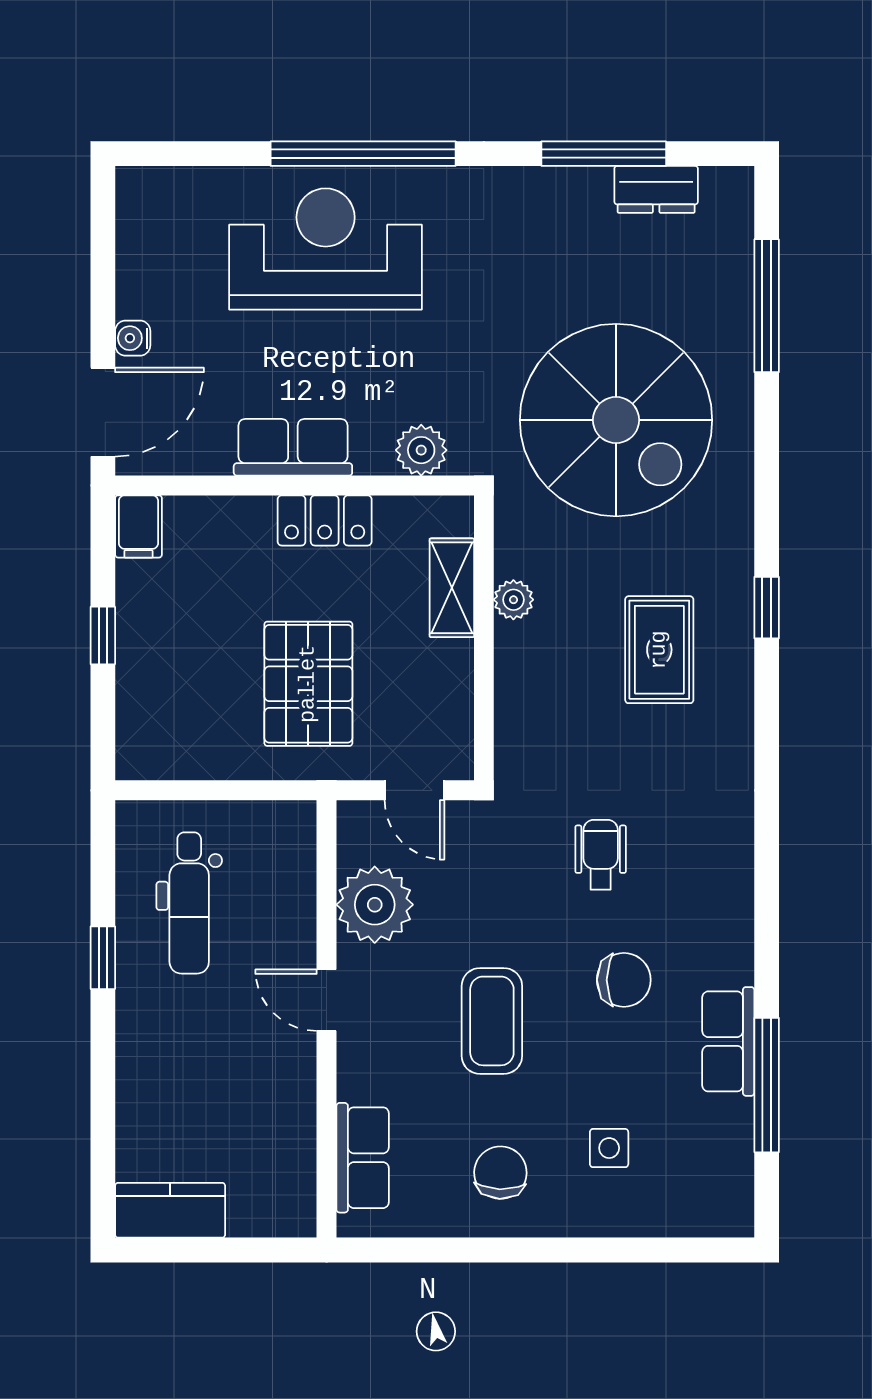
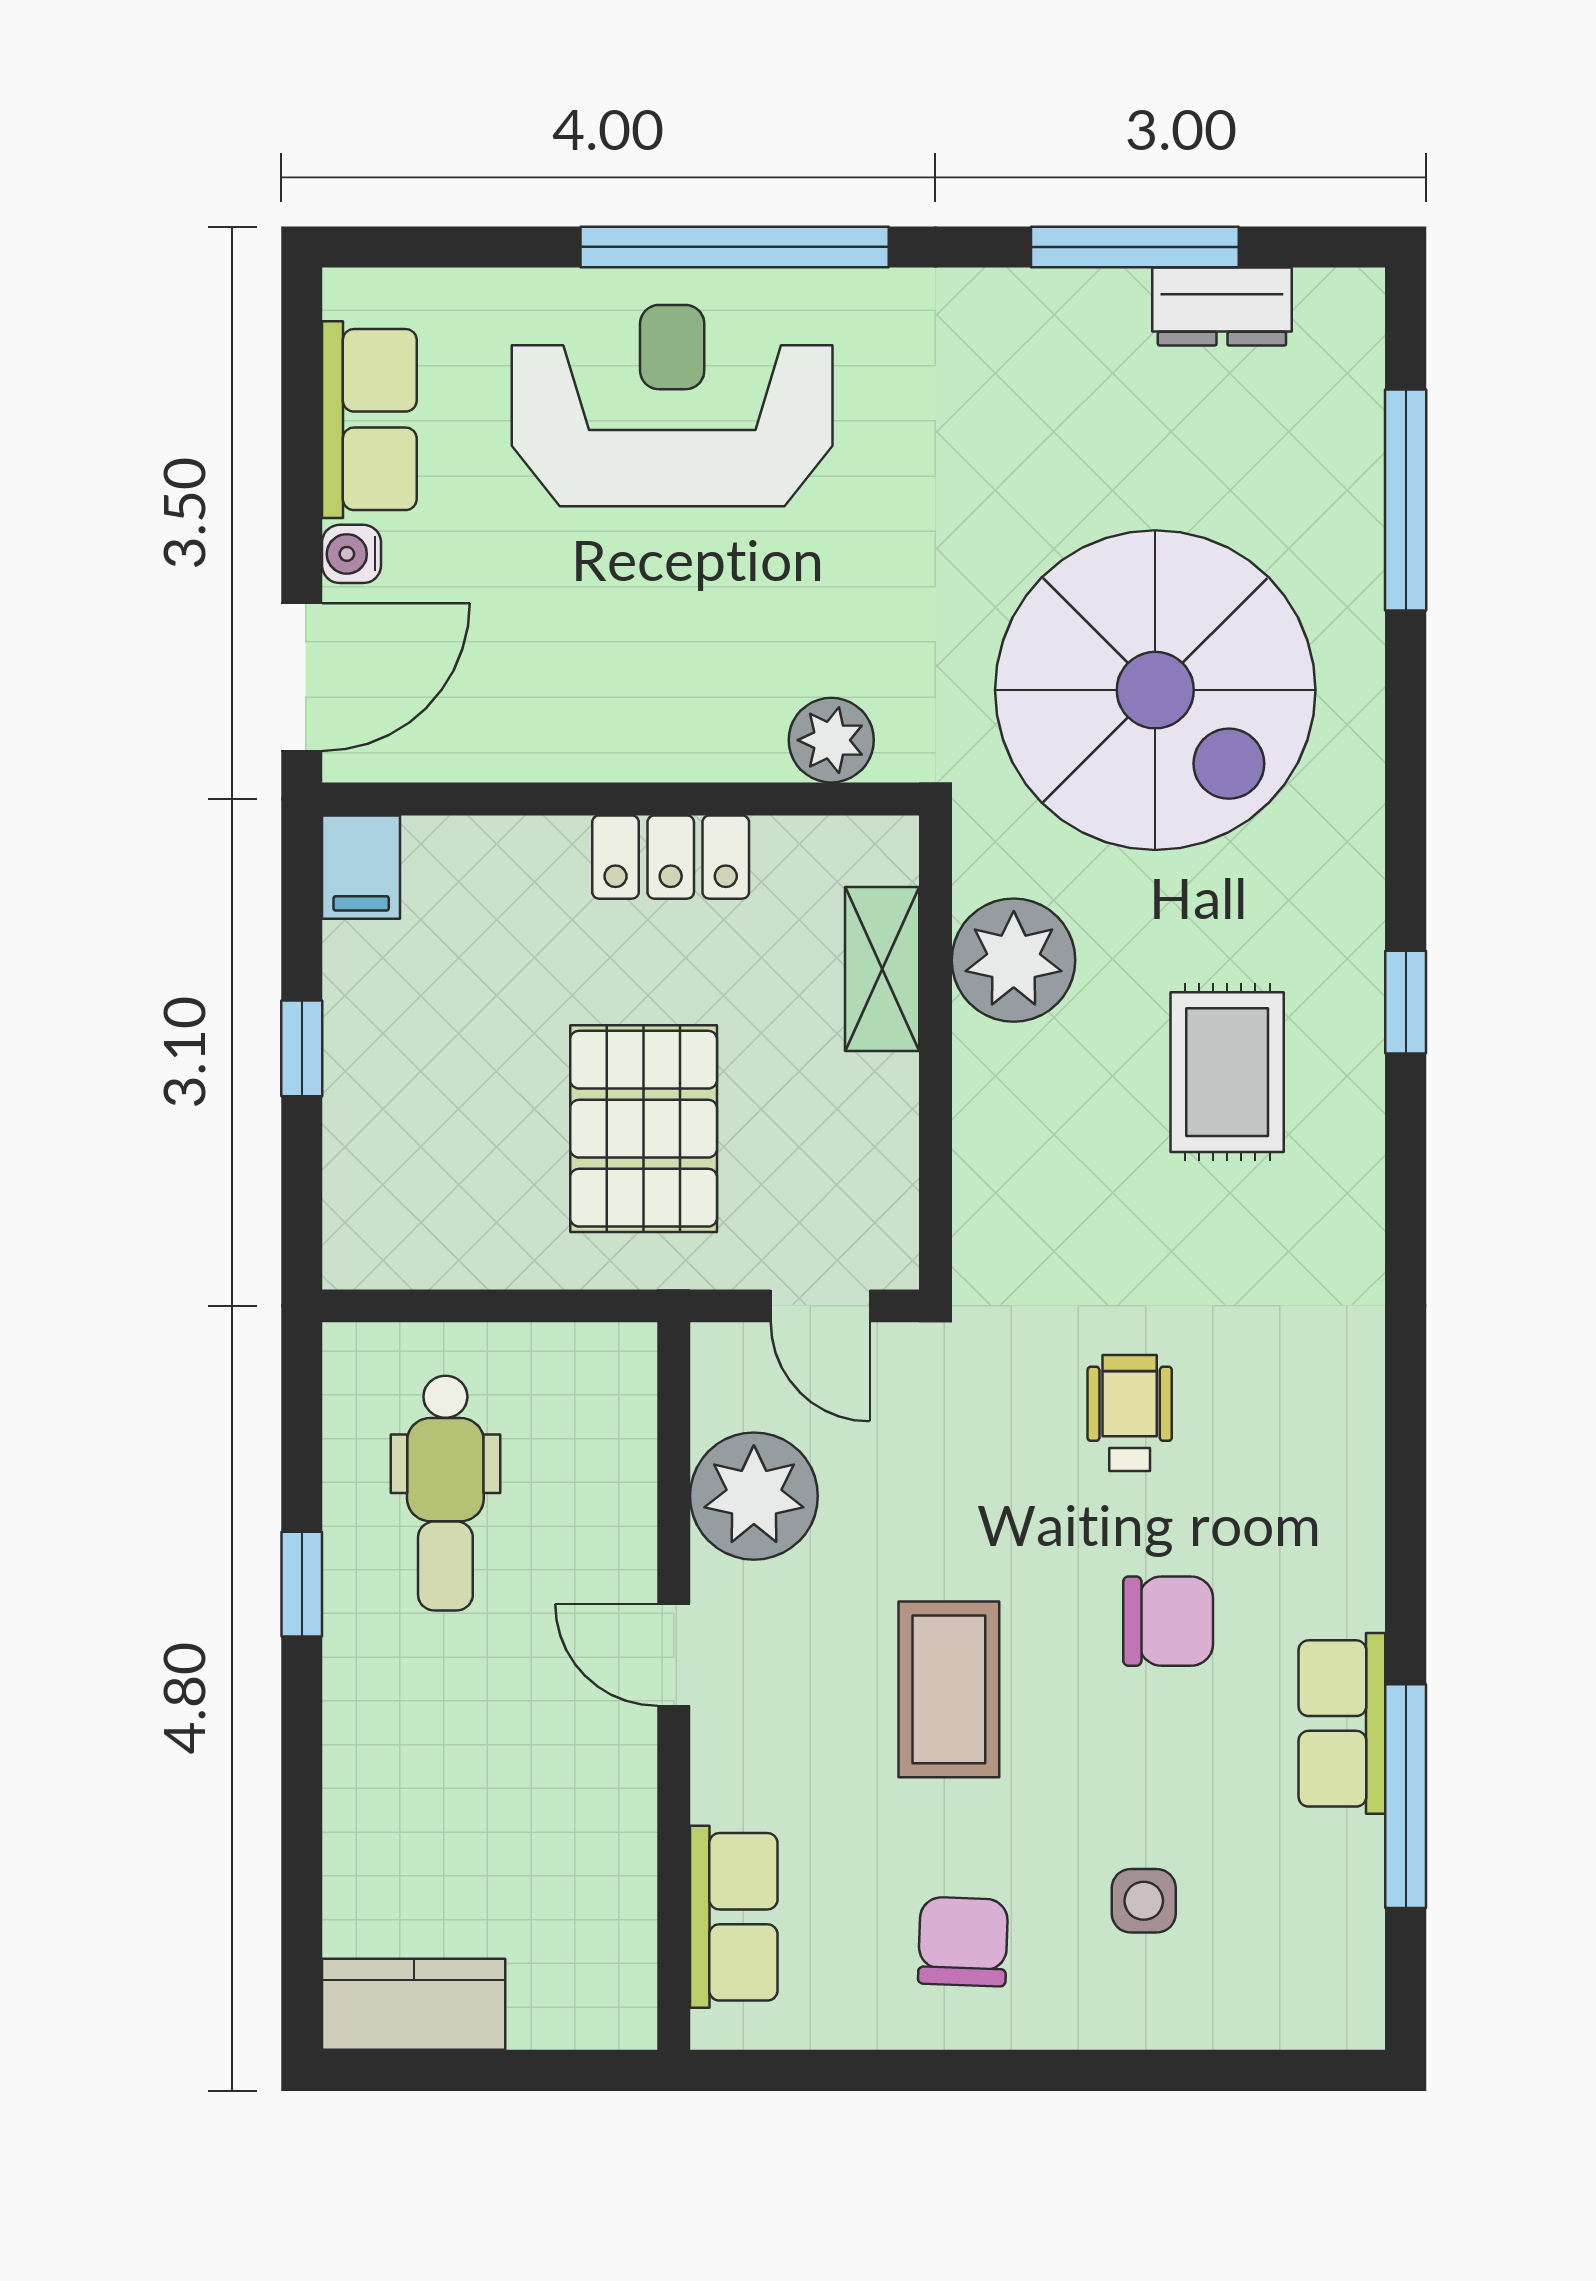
row of seats: (293, 447) -> (369, 420), moved, turned 90
plant: (513, 600) -> (1014, 960), width x1.88, depth x1.88

